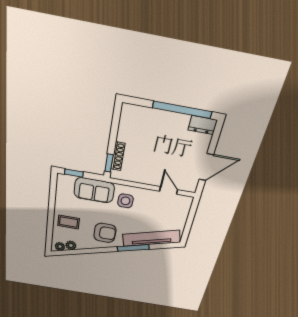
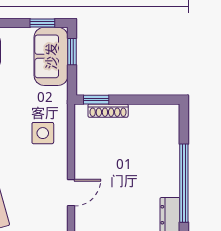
window: (53, 189) -> (42, 23), added
sofa: (94, 190) -> (51, 56), moved

